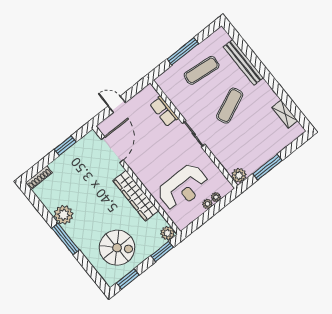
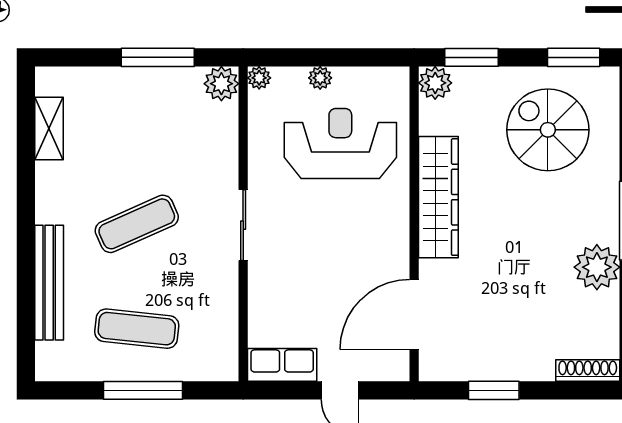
row of seats: (164, 111) -> (282, 365), moved, turned -90
plant: (216, 197) -> (259, 78), moved

